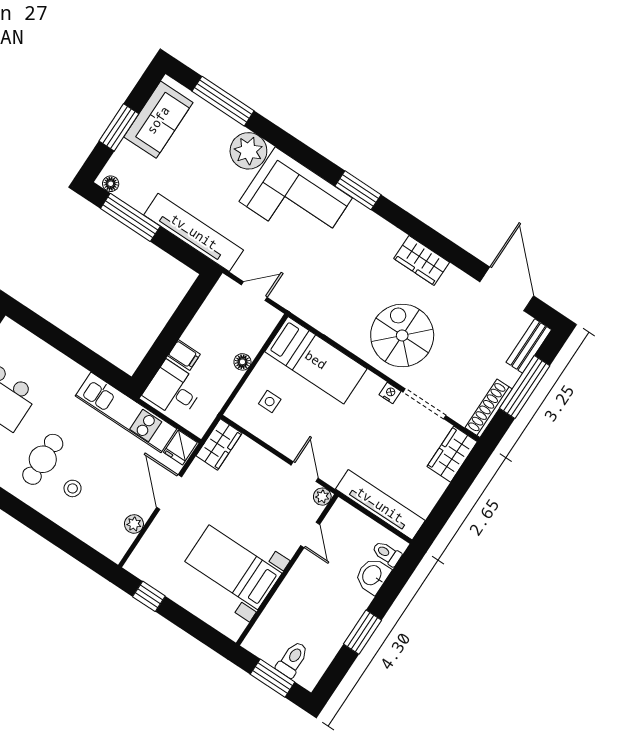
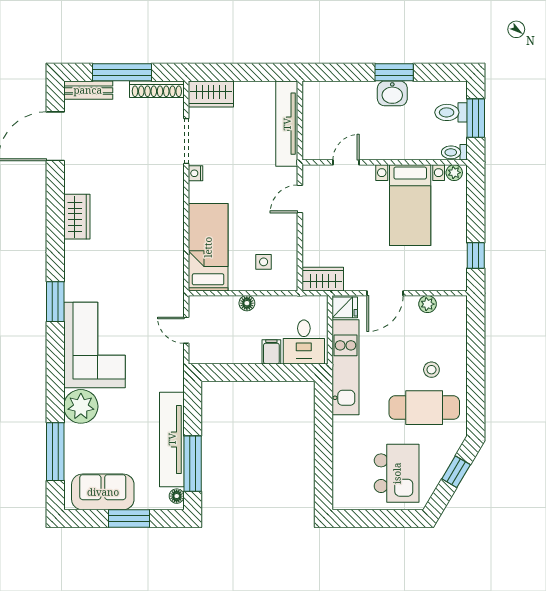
tv unit: (194, 232) -> (172, 439), moved
spiral stairs: (402, 336) -> (145, 193), removed
cafe table: (43, 459) -> (424, 408), width x1.37, depth x1.35
plant: (322, 497) -> (454, 173), moved
toilet: (387, 553) -> (454, 152), moved, turned 90
washbasin: (372, 576) -> (392, 93), moved

